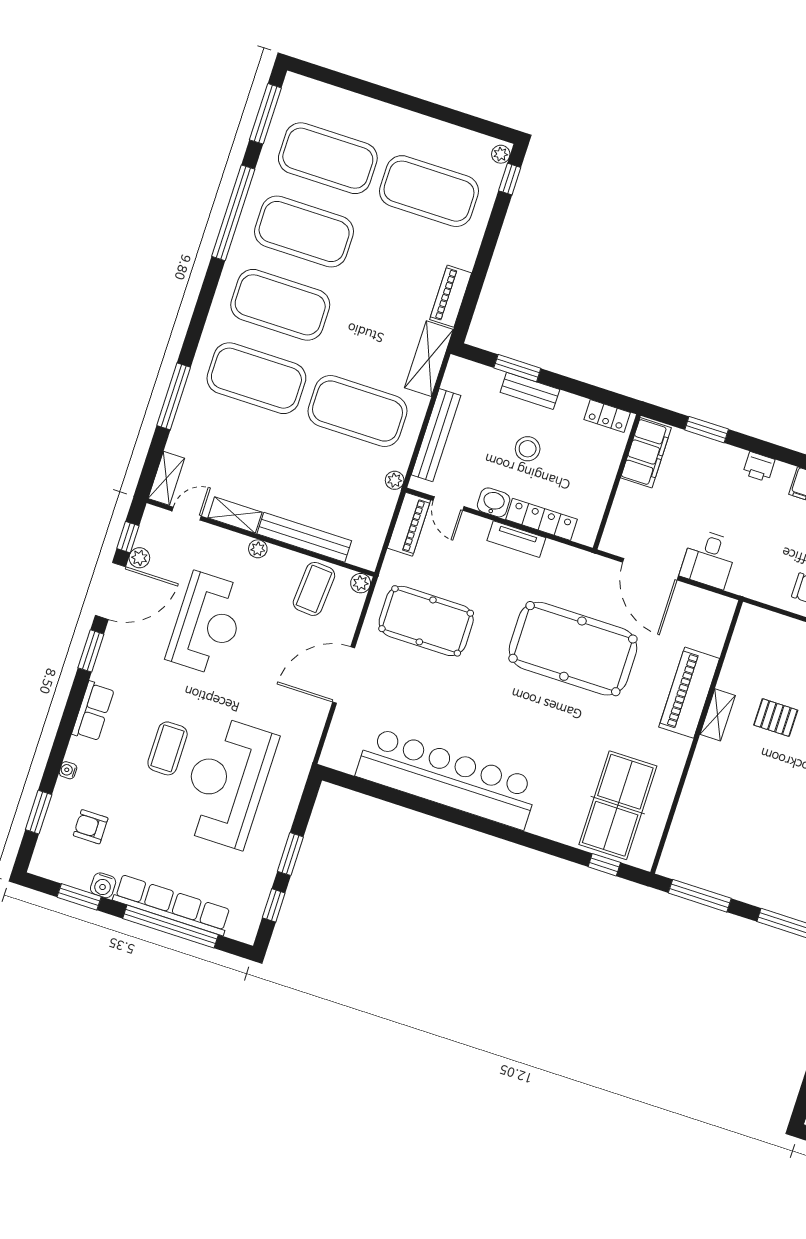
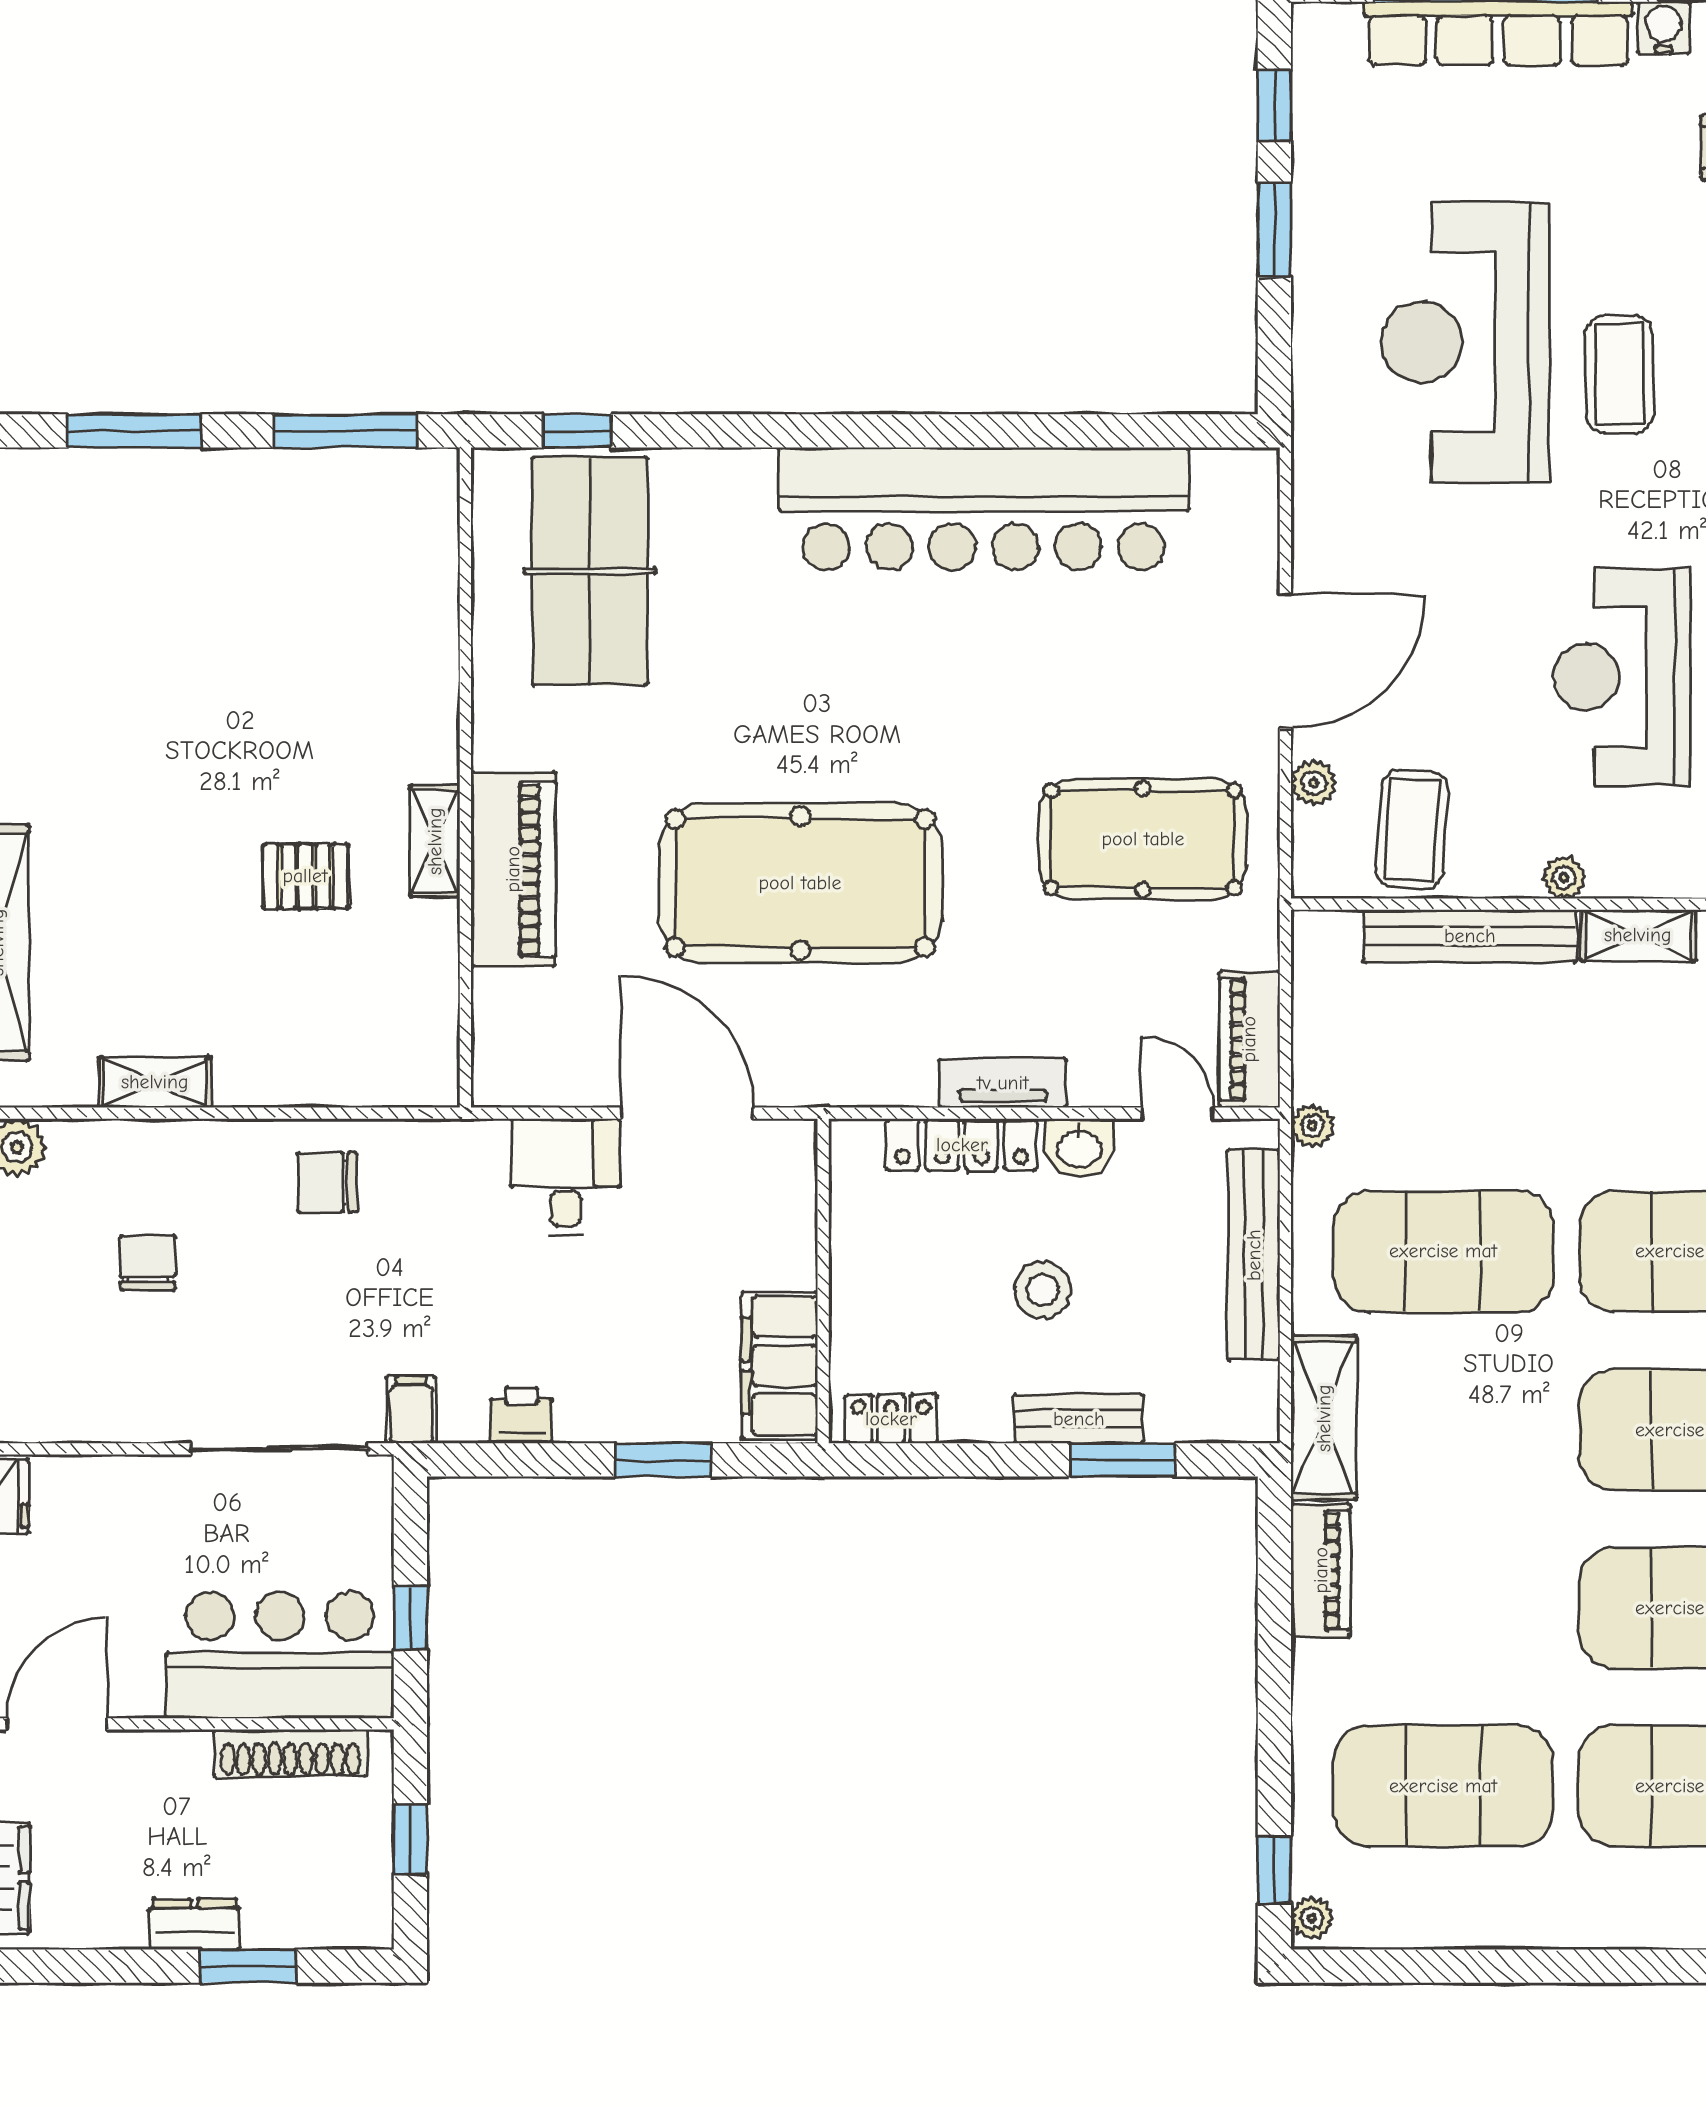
plant: (361, 583) -> (1314, 783), moved
reception desk: (227, 782) -> (1465, 342), turned 180

